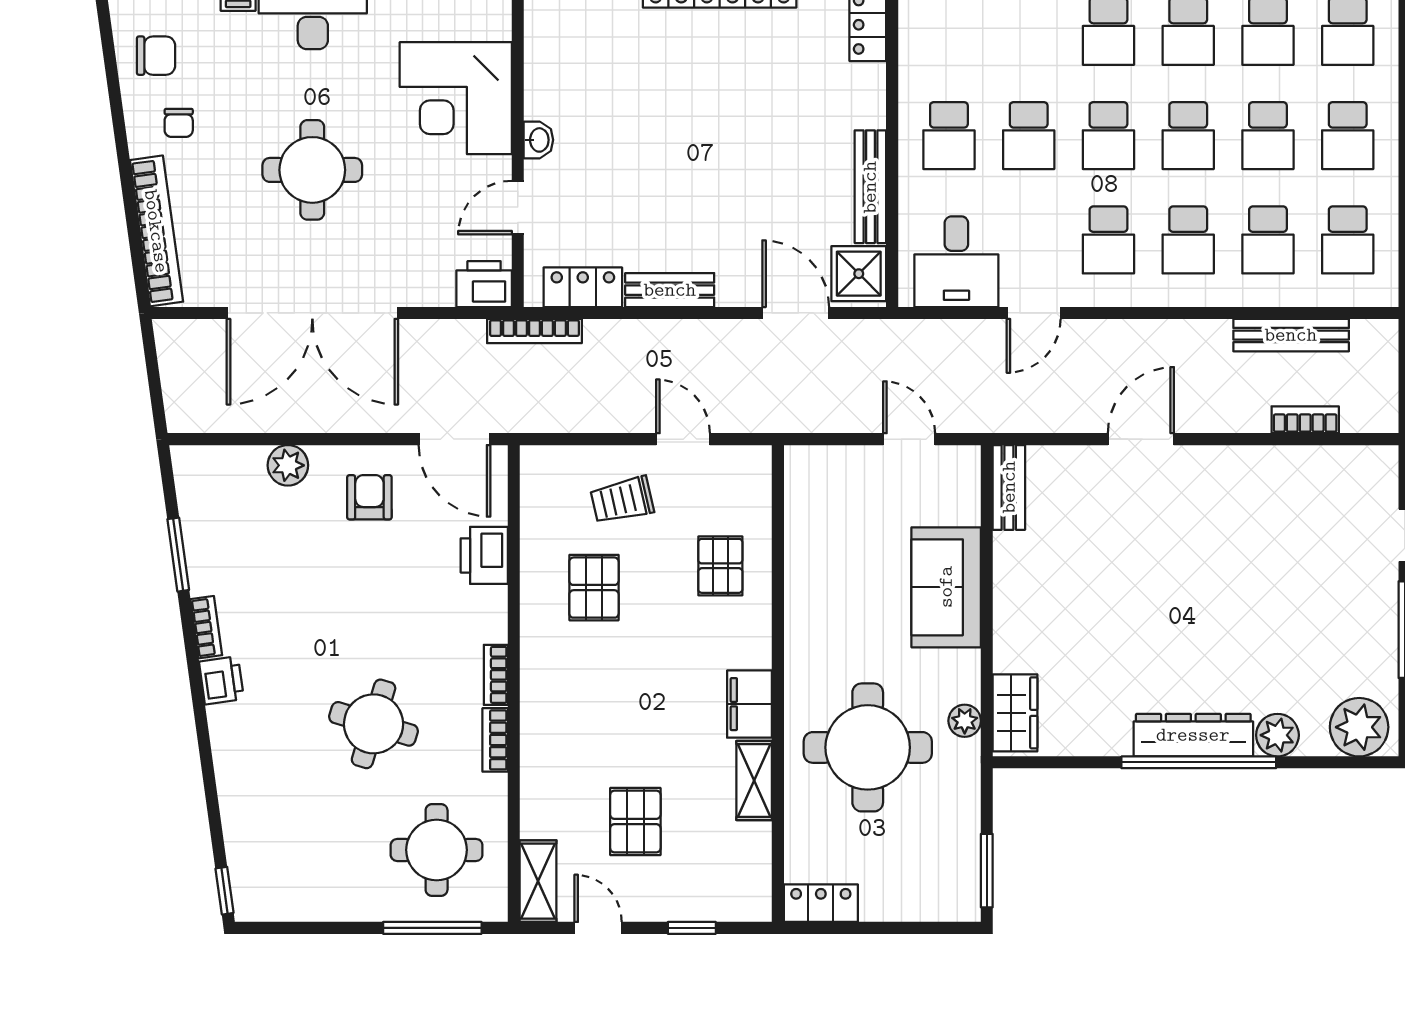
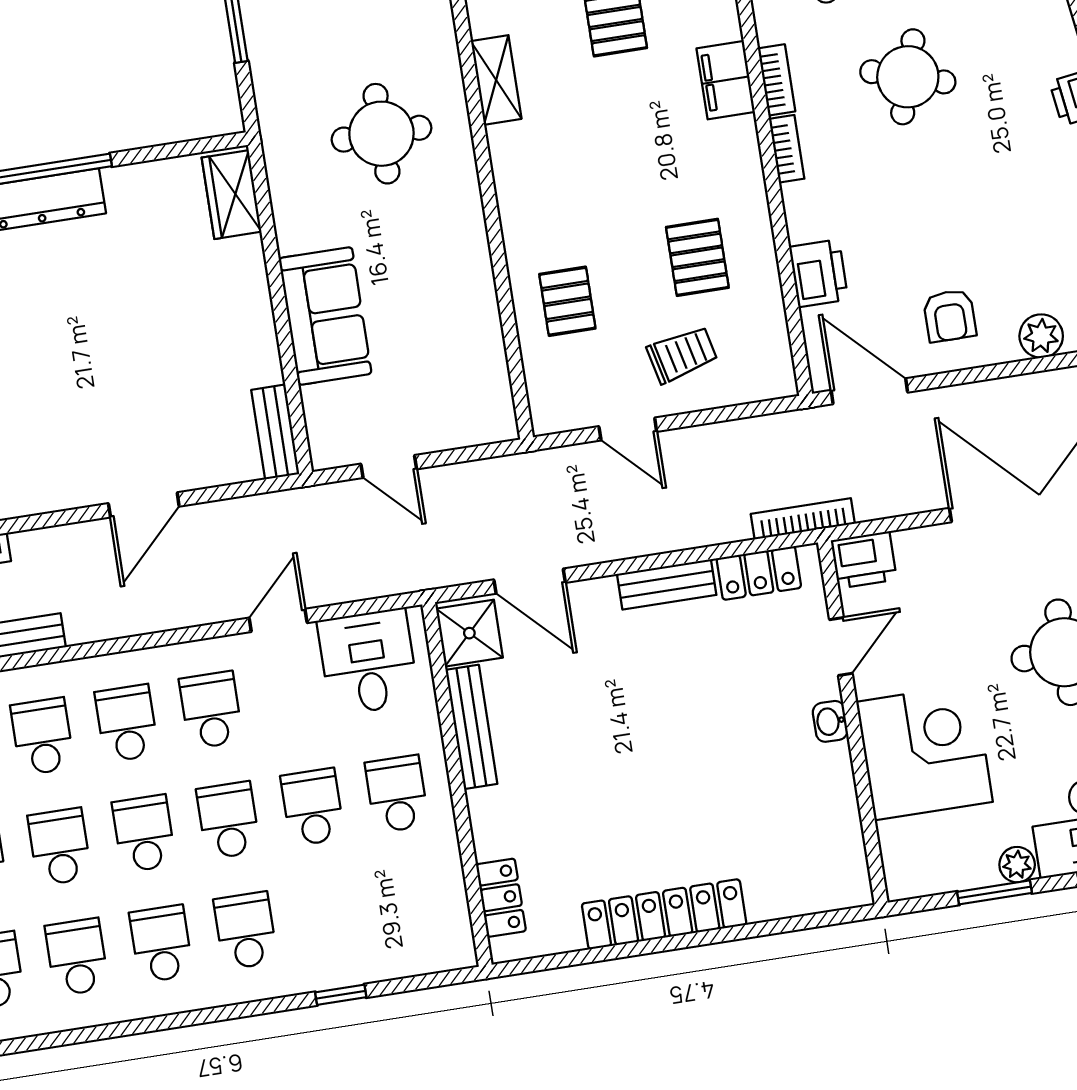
filing cabinet: (750, 704) -> (726, 80), moved, turned 180
plant: (965, 721) -> (283, 178), removed
round table: (868, 747) -> (381, 134), width x0.73, depth x0.73

